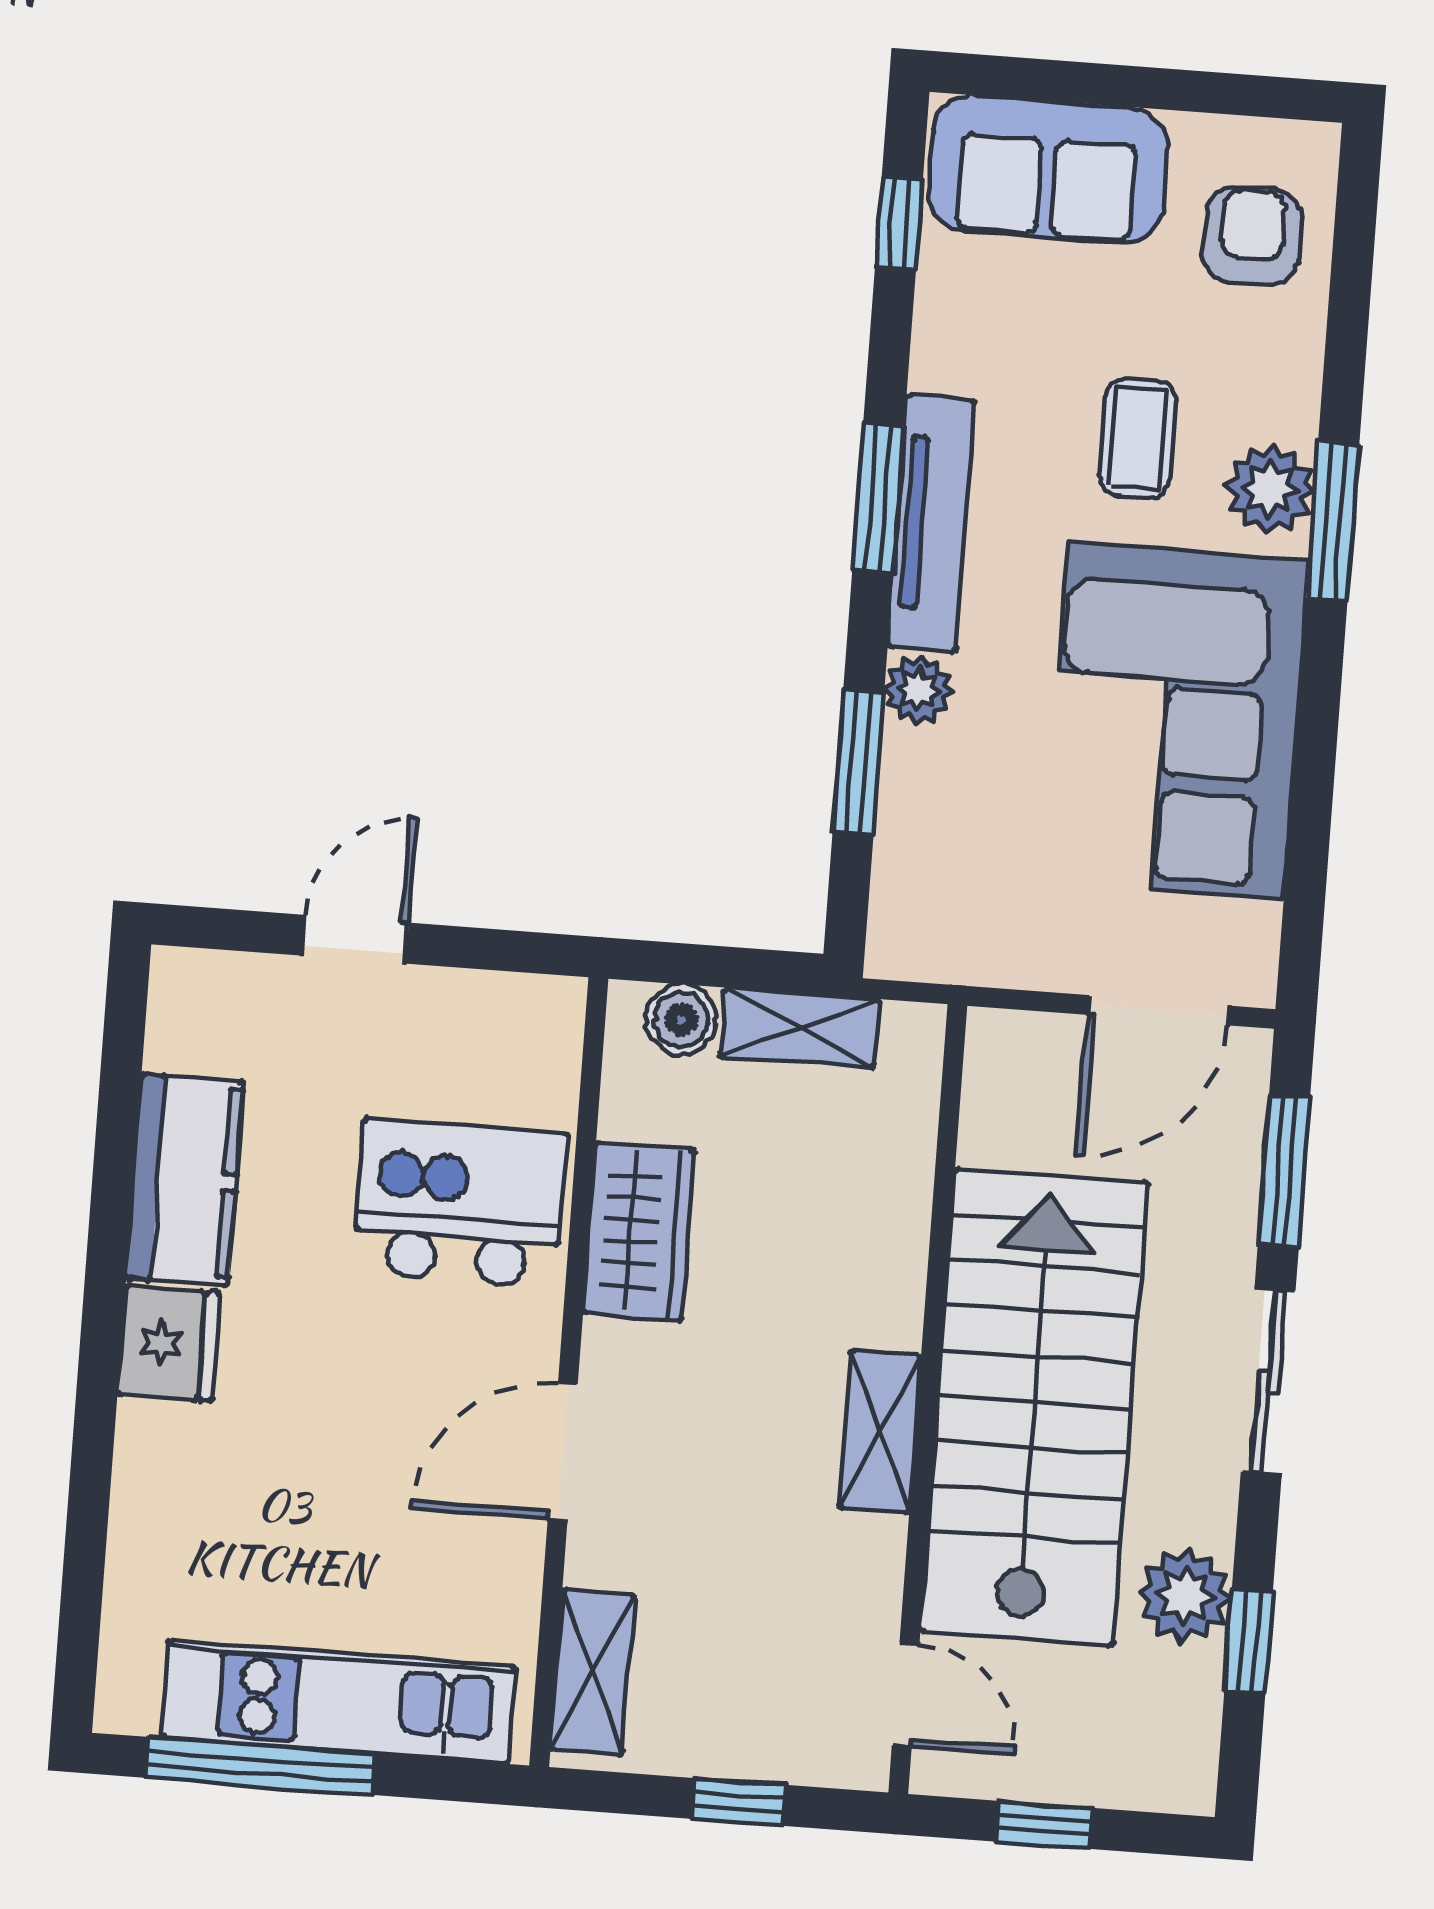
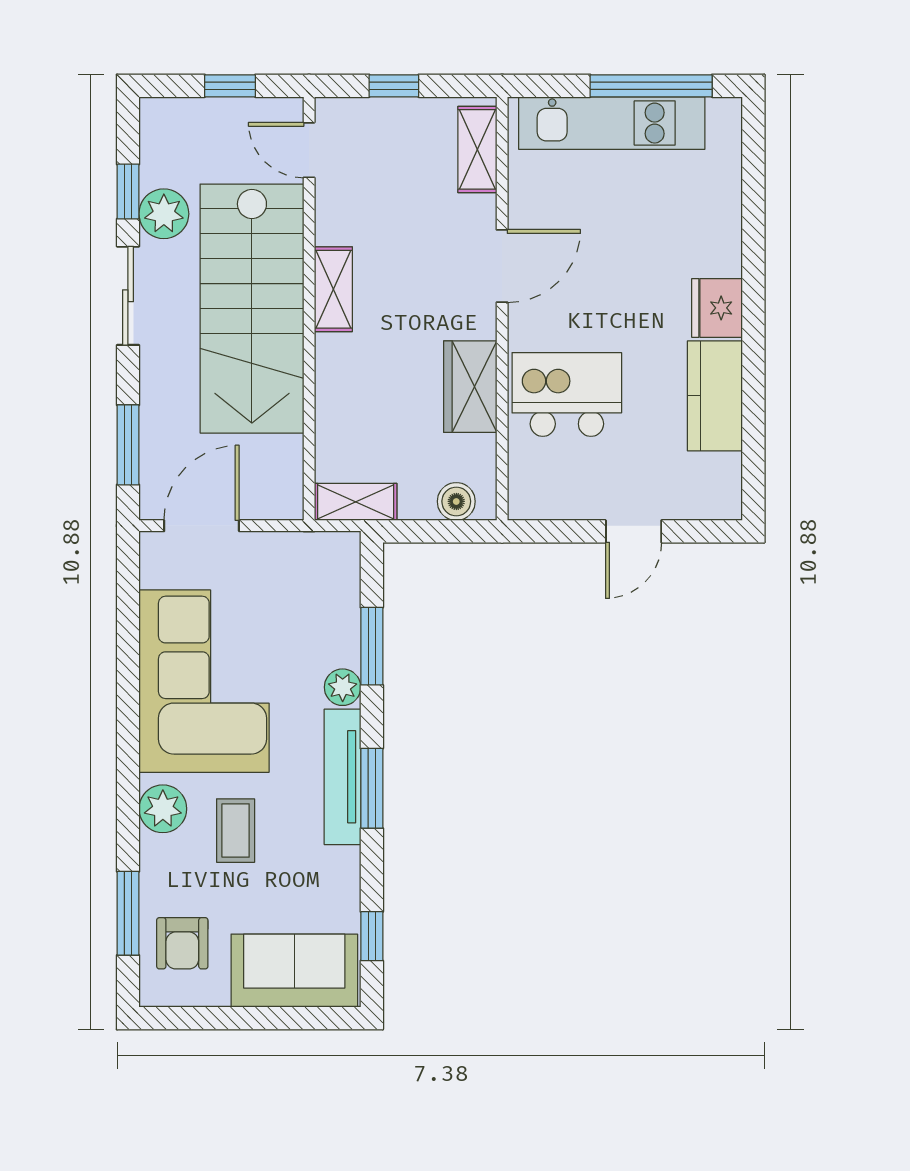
window: (1333, 522) -> (128, 913), moved
shelving: (800, 1028) -> (356, 502), moved
kitchen island: (460, 1203) -> (567, 394), turned 180
sliding door: (1268, 1381) -> (128, 296), moved

